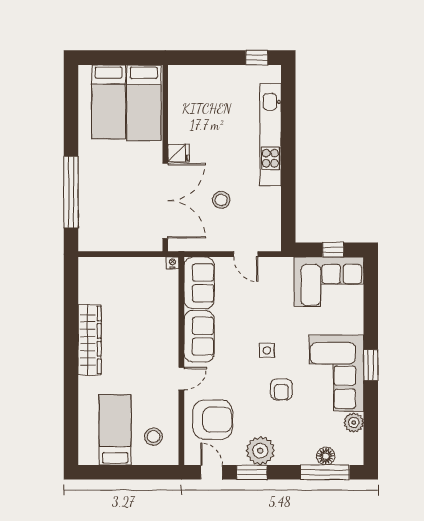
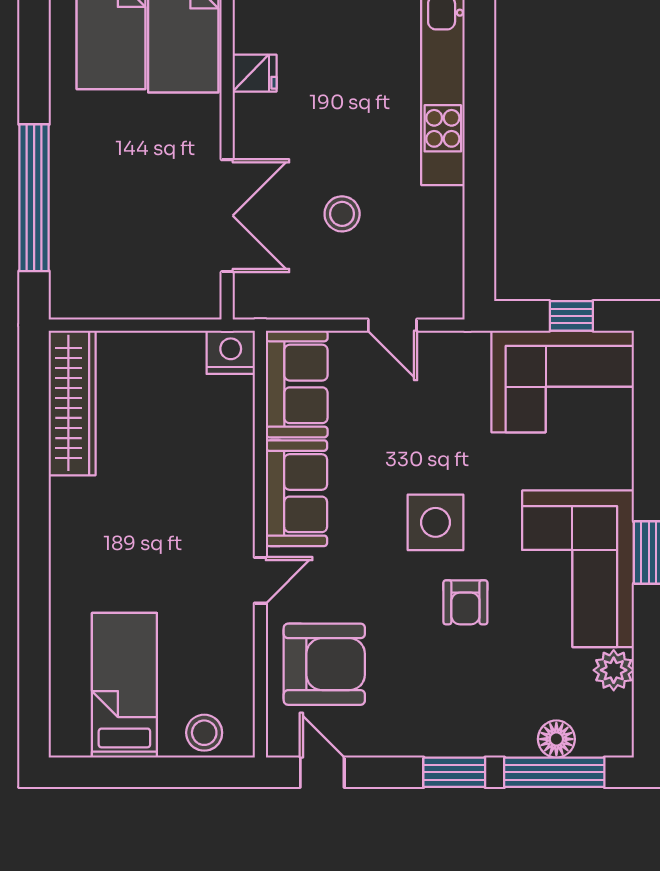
fridge: (179, 153) -> (255, 73), moved
double door: (165, 201) -> (227, 216), width x0.73
nightstand: (172, 263) -> (231, 352), width x1.89, depth x1.79
wardrobe: (90, 340) -> (72, 403), moved
side table: (267, 350) -> (435, 522), width x1.87, depth x1.87
stool: (154, 437) -> (204, 733), moved
plant: (260, 451) -> (422, 728), removed
window: (252, 472) -> (454, 772), moved

